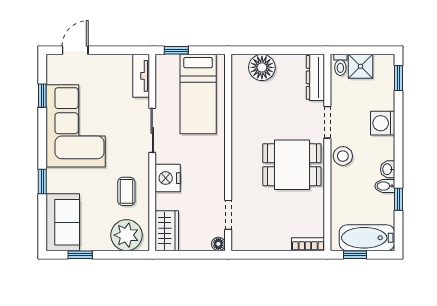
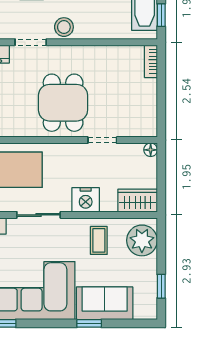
dining table: (292, 165) -> (63, 103), moved
coffee table: (126, 191) -> (99, 240), turned 90
doorway: (228, 215) -> (102, 140), moved
sofa: (63, 222) -> (105, 303), moved

